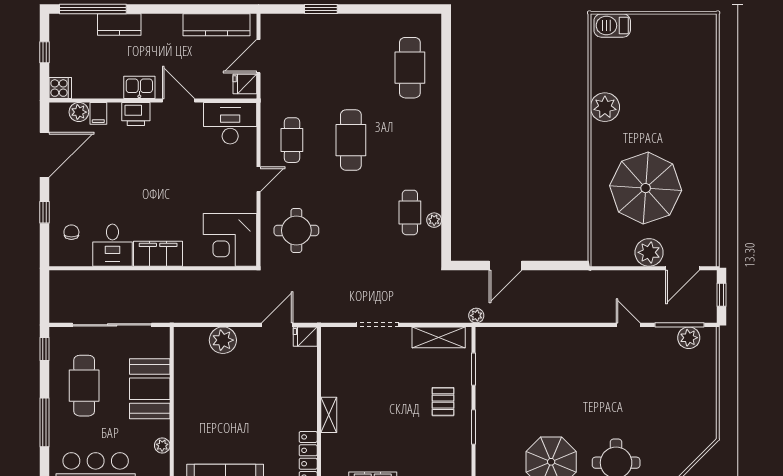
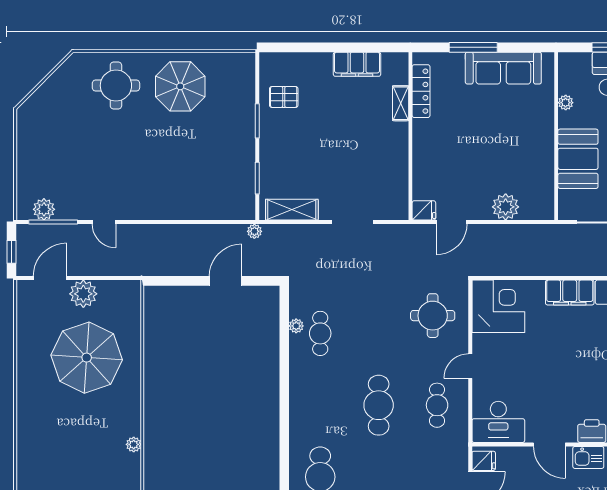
plant: (605, 107) -> (134, 444), width x0.53, depth x0.53
pallet: (443, 402) -> (284, 97), moved, turned 90
shelving: (329, 415) -> (401, 103), moved

